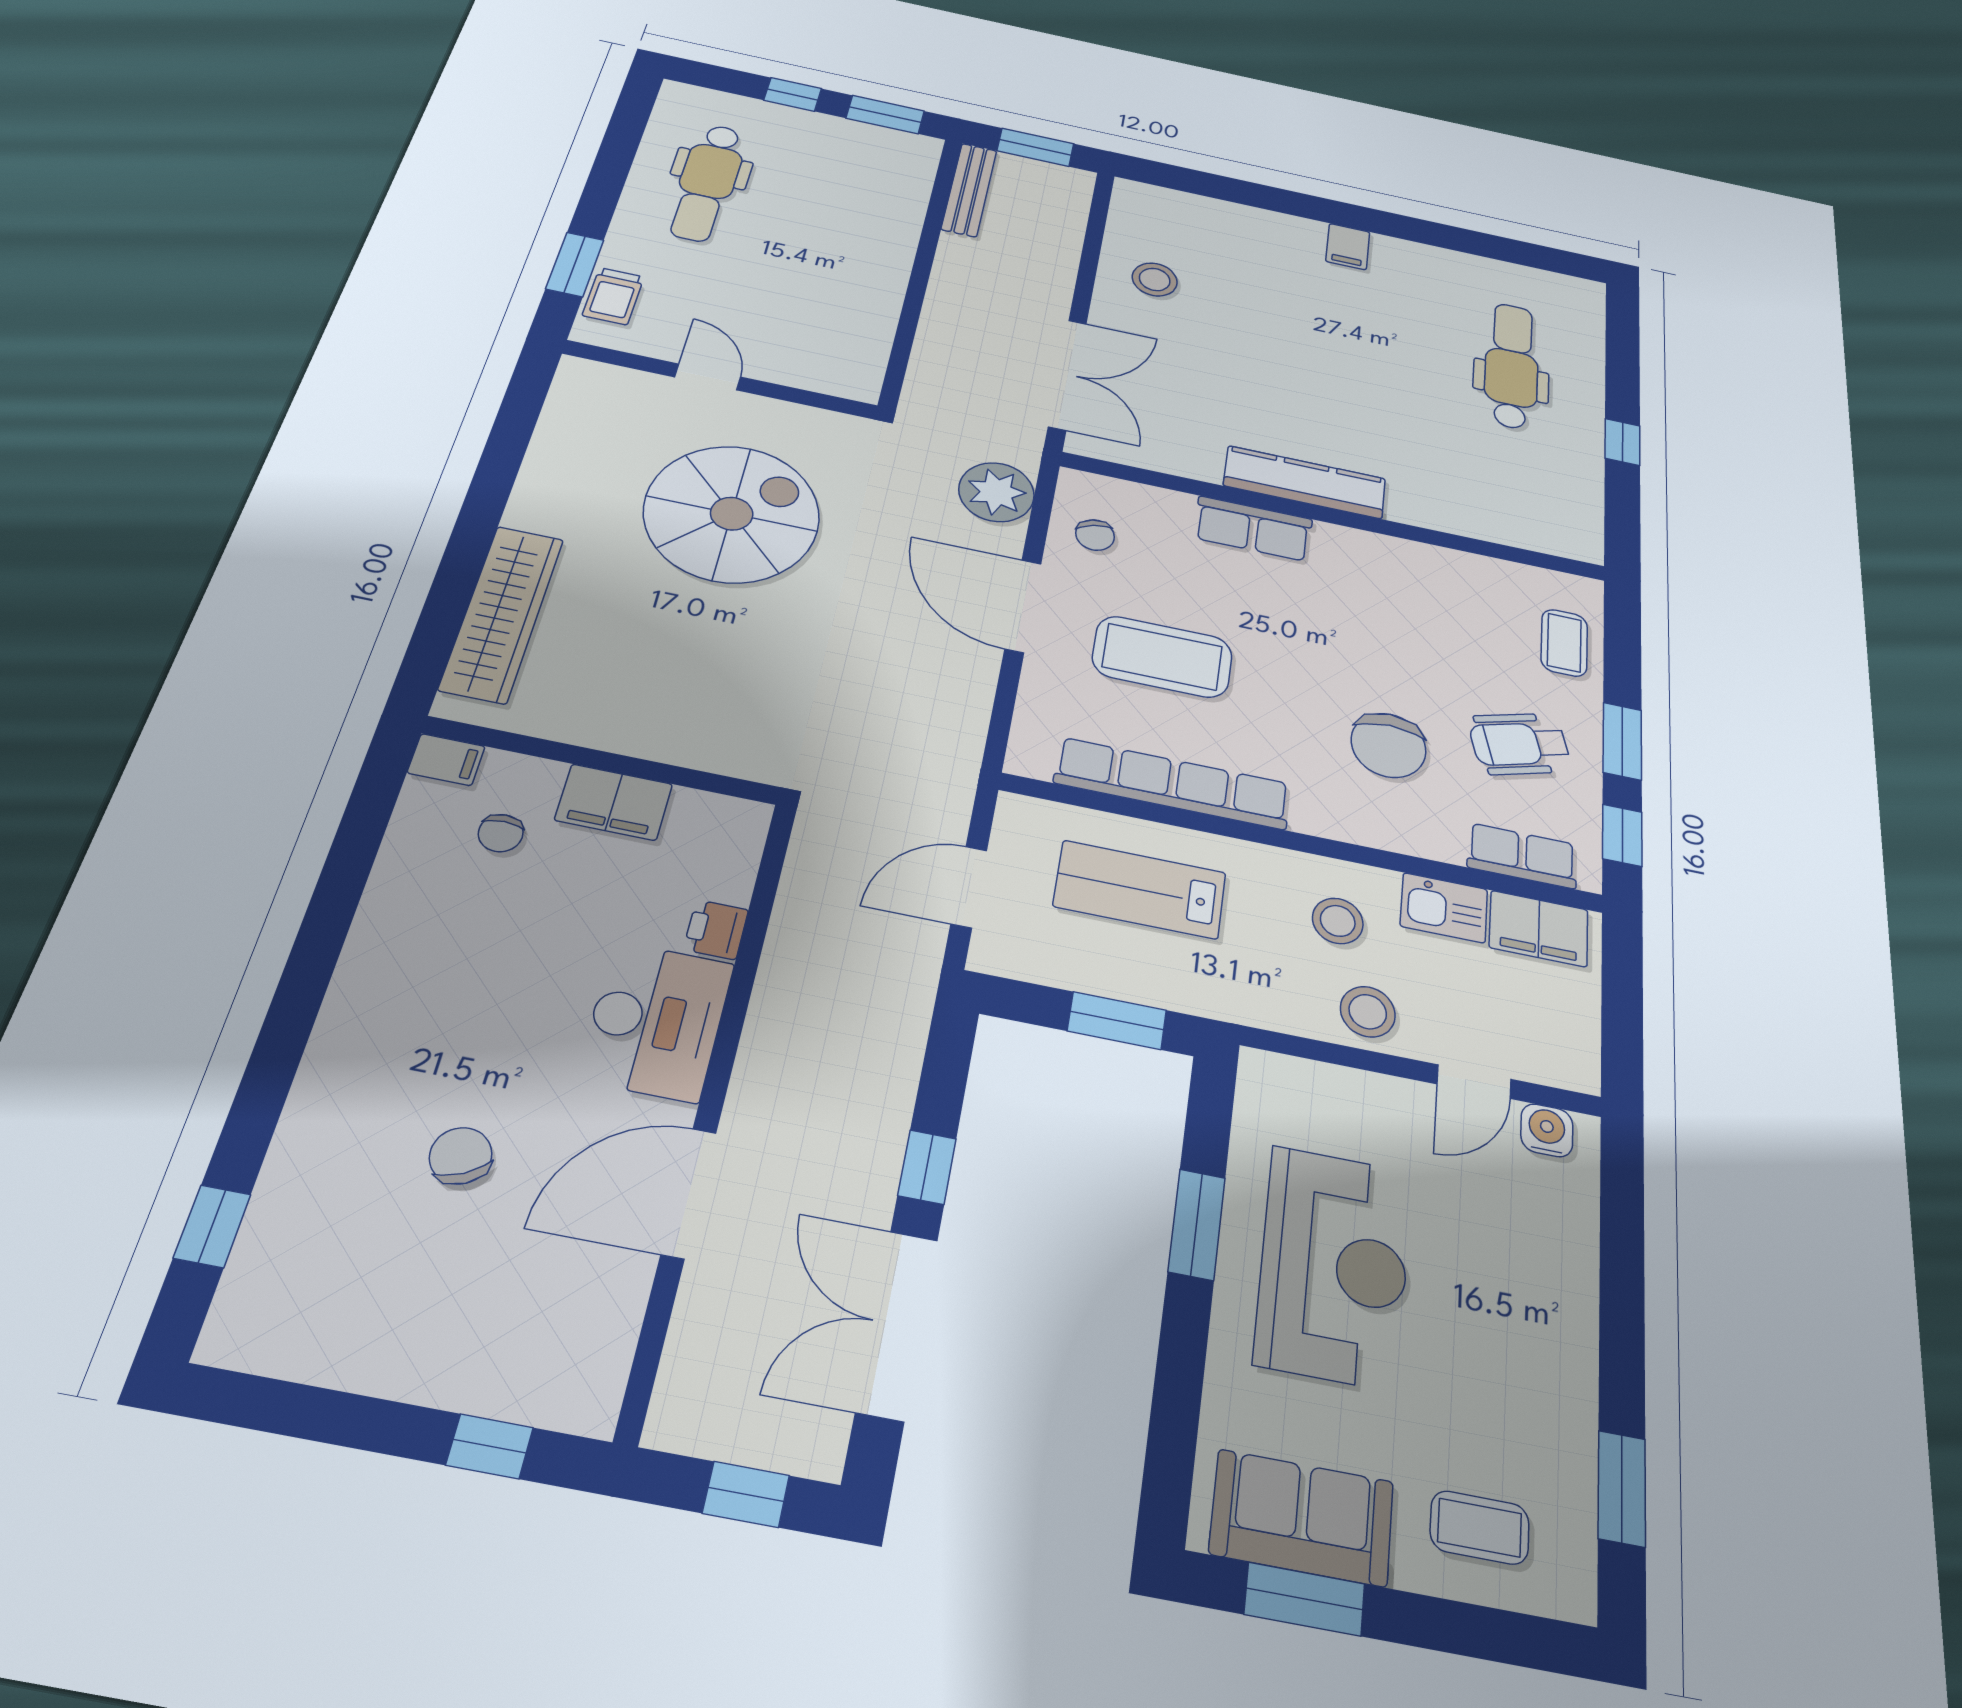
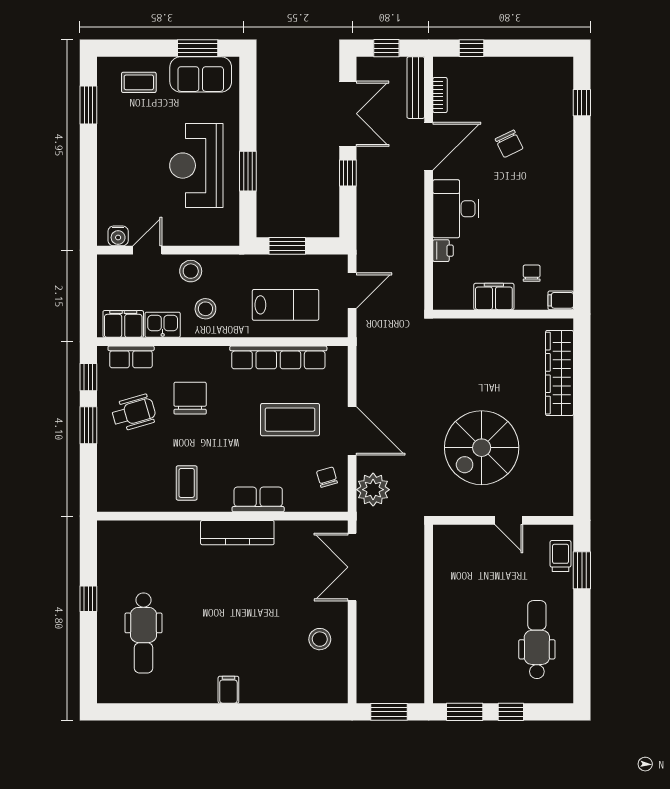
bench: (969, 190) -> (416, 88), moved
coffee table: (1564, 643) -> (187, 483), moved
bookcase: (621, 1327) -> (440, 95), added

